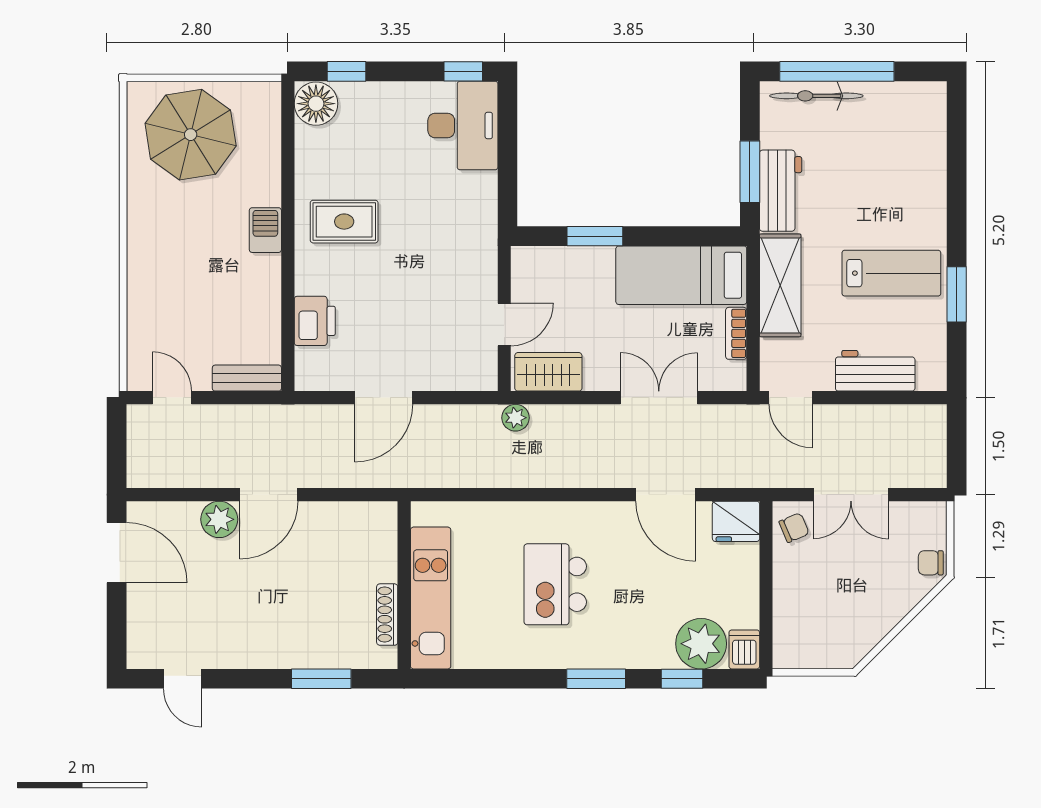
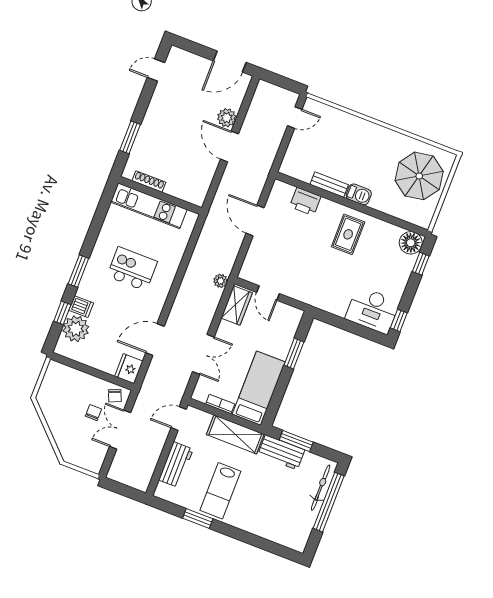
bench: (247, 378) -> (329, 185), moved, turned 90
chair: (931, 563) -> (93, 413), moved
dishwasher: (744, 649) -> (81, 307), moved

